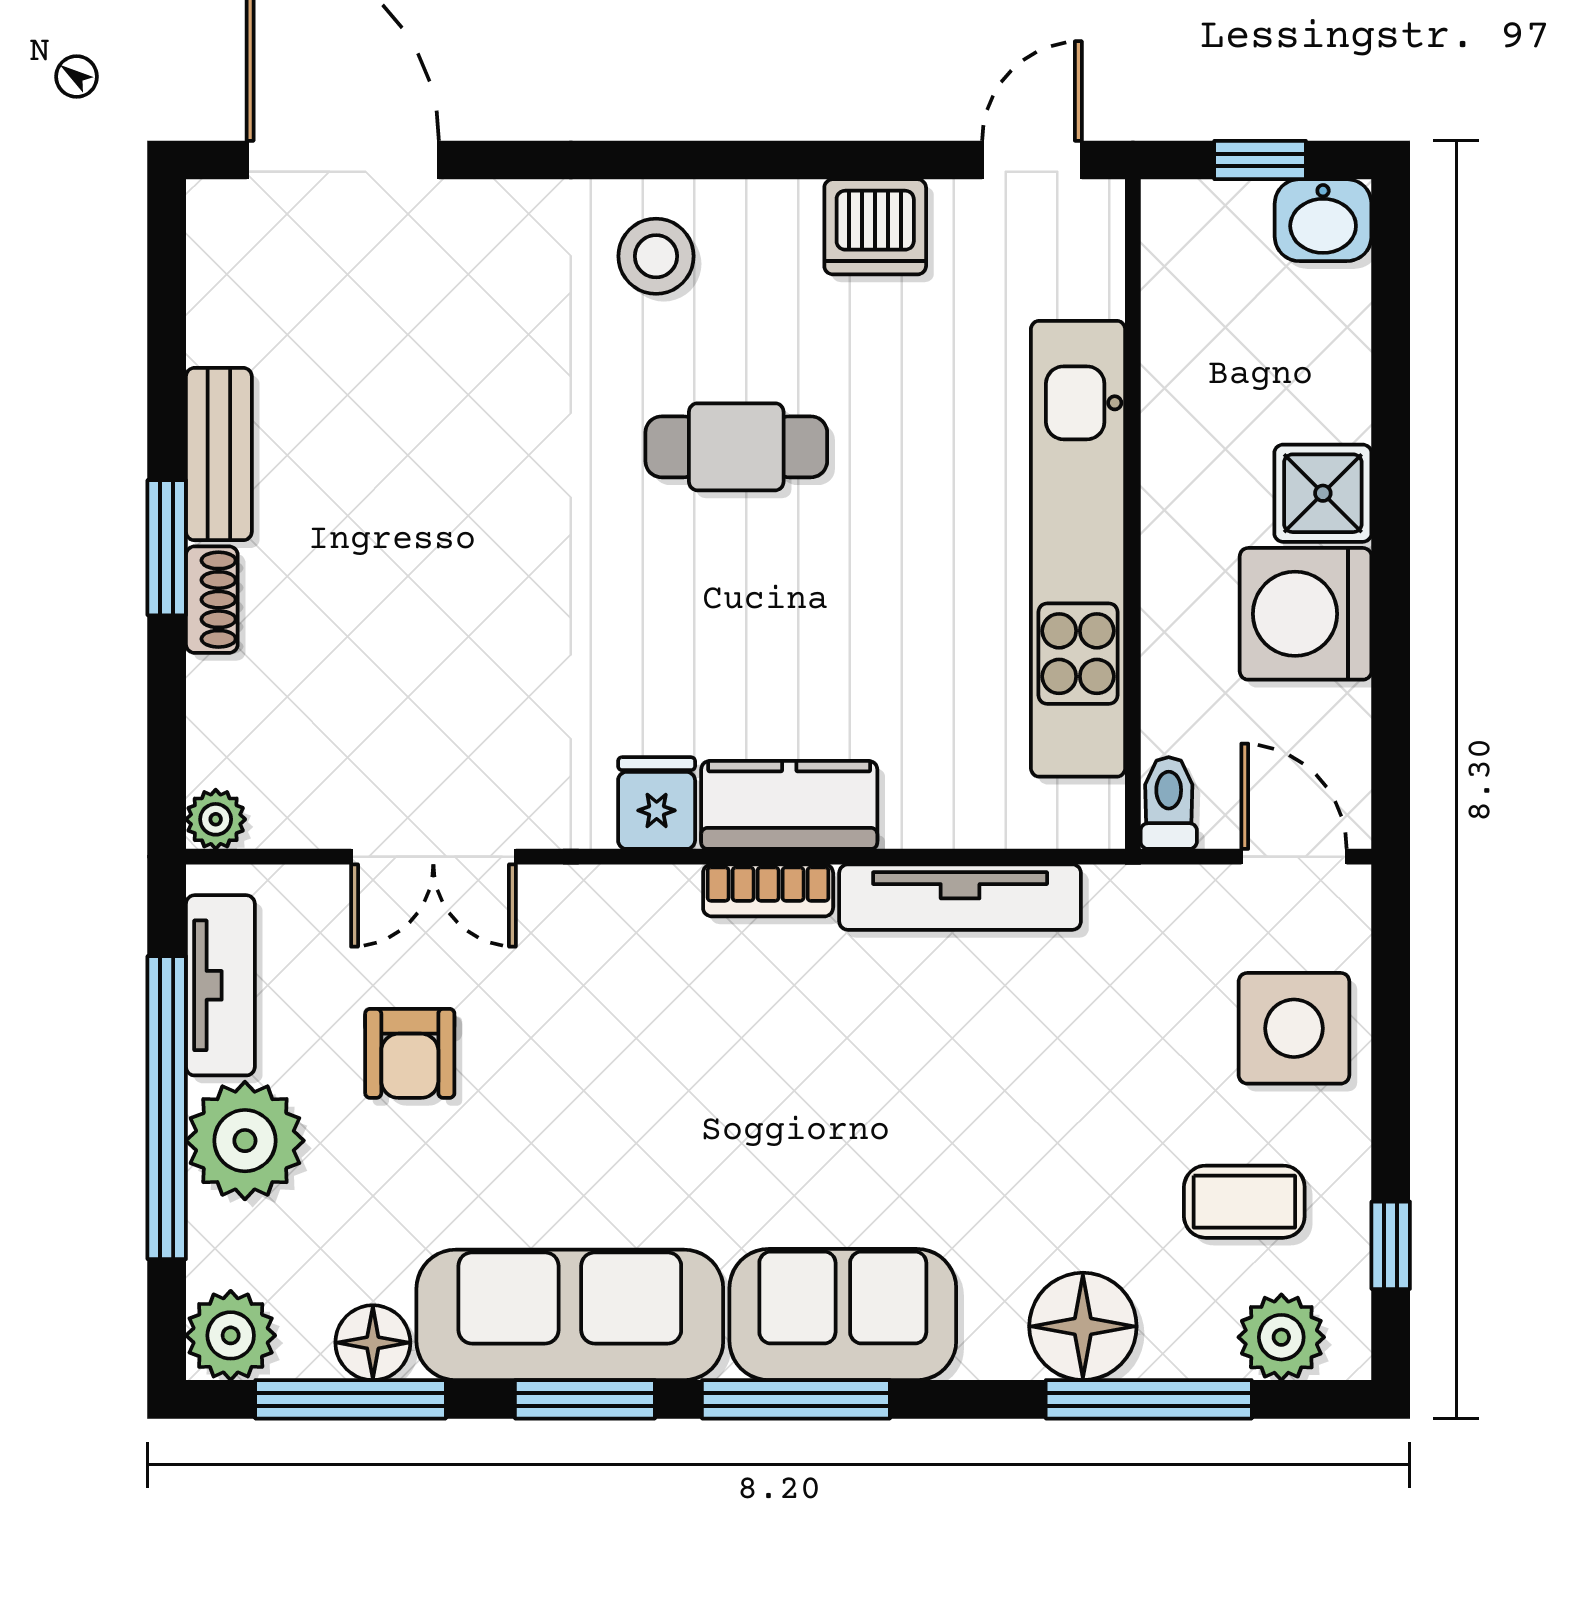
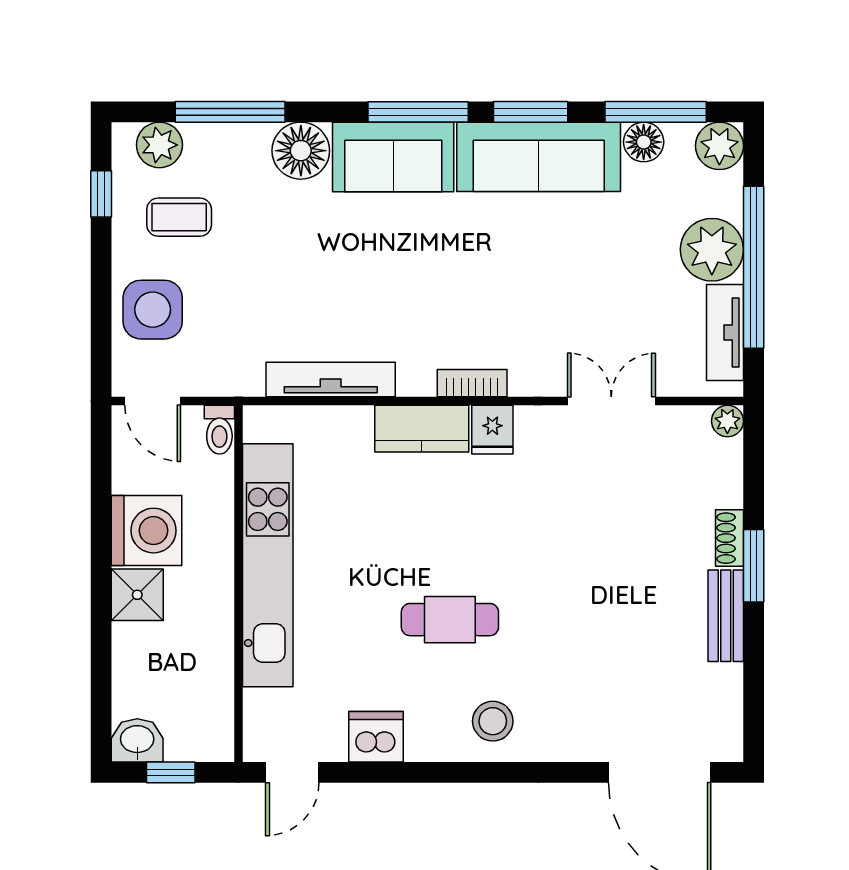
bookcase: (768, 890) -> (472, 383), moved
armchair: (410, 1053) -> (624, 296), removed
floor lamp: (1083, 1326) -> (301, 151), moved

